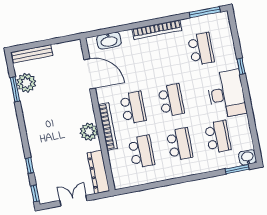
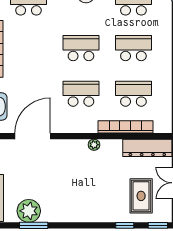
bookcase: (108, 127) -> (125, 127), moved
plant: (89, 132) -> (94, 145), width x0.53, depth x0.53
rug: (57, 174) -> (141, 196), added

